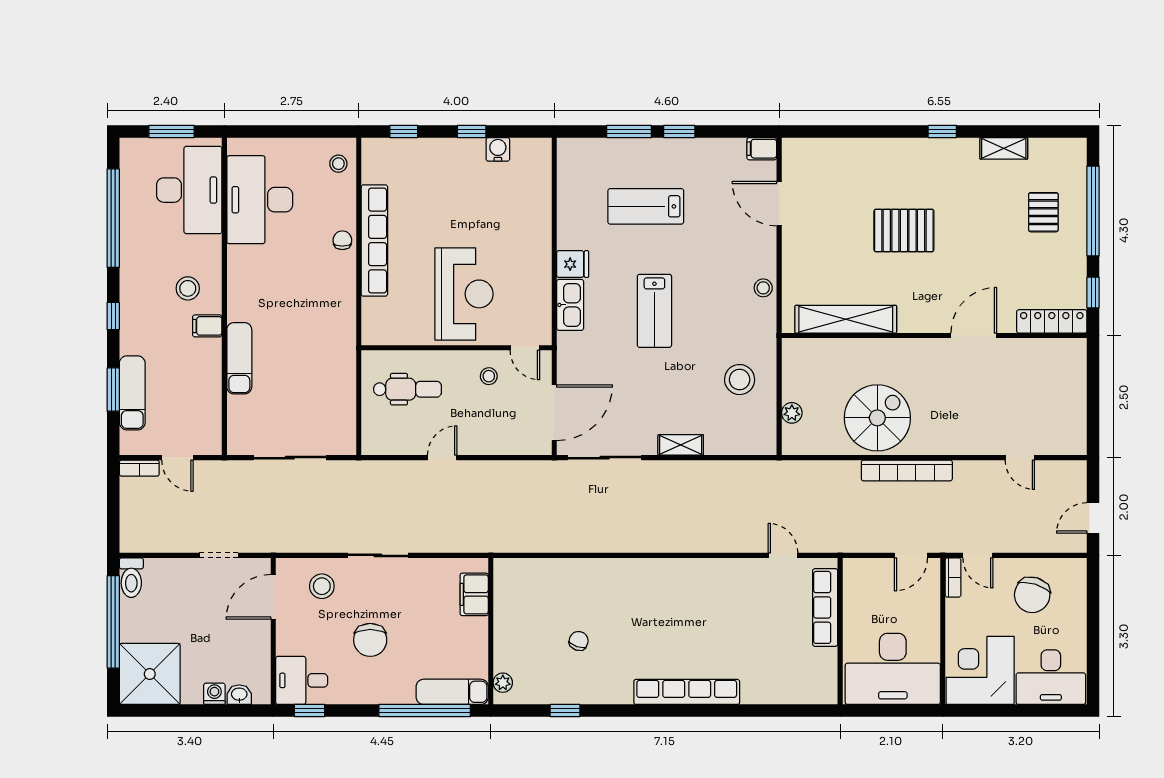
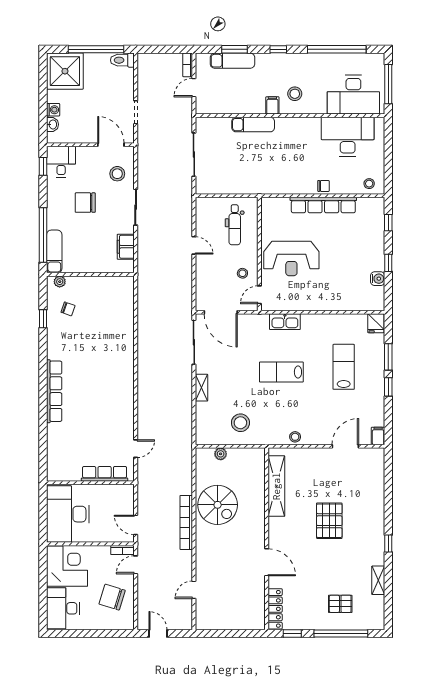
window: (172, 131) -> (388, 84), width x1.44
fridge: (573, 264) -> (376, 323), moved
filing cabinet: (474, 594) -> (126, 247), moved, turned -90
chair: (579, 641) -> (68, 309), moved

